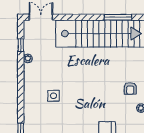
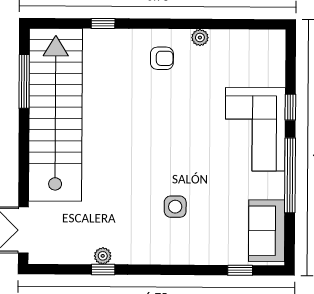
window: (21, 45) -> (103, 269), moved

